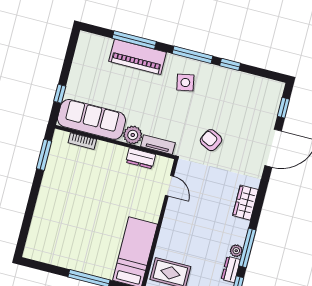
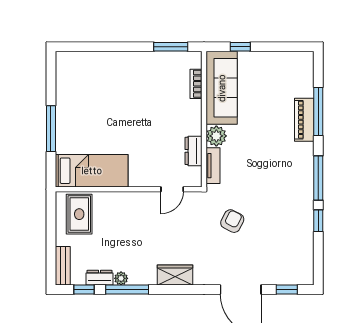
piano: (138, 57) -> (304, 120), width x0.73, depth x0.75
side table: (185, 82) -> (287, 178), removed

